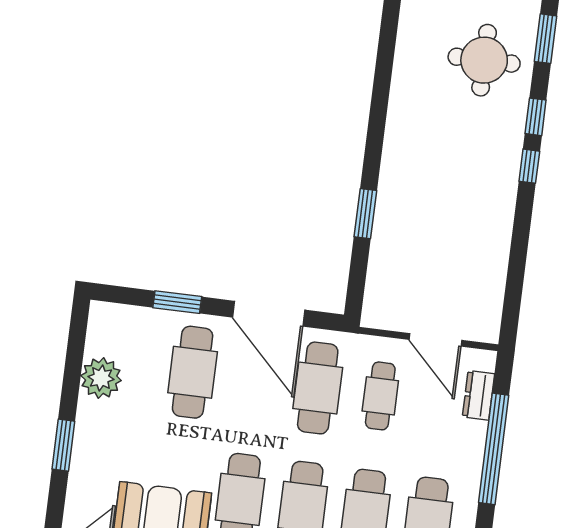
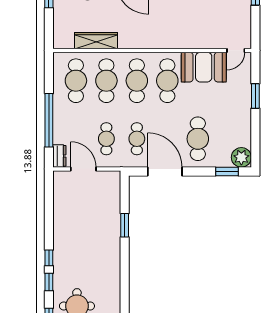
window: (177, 302) -> (227, 171), moved
plant: (101, 378) -> (241, 157), moved
cafe table: (318, 388) -> (137, 139), width x0.73, depth x0.74
dresser: (479, 395) -> (59, 156), moved

